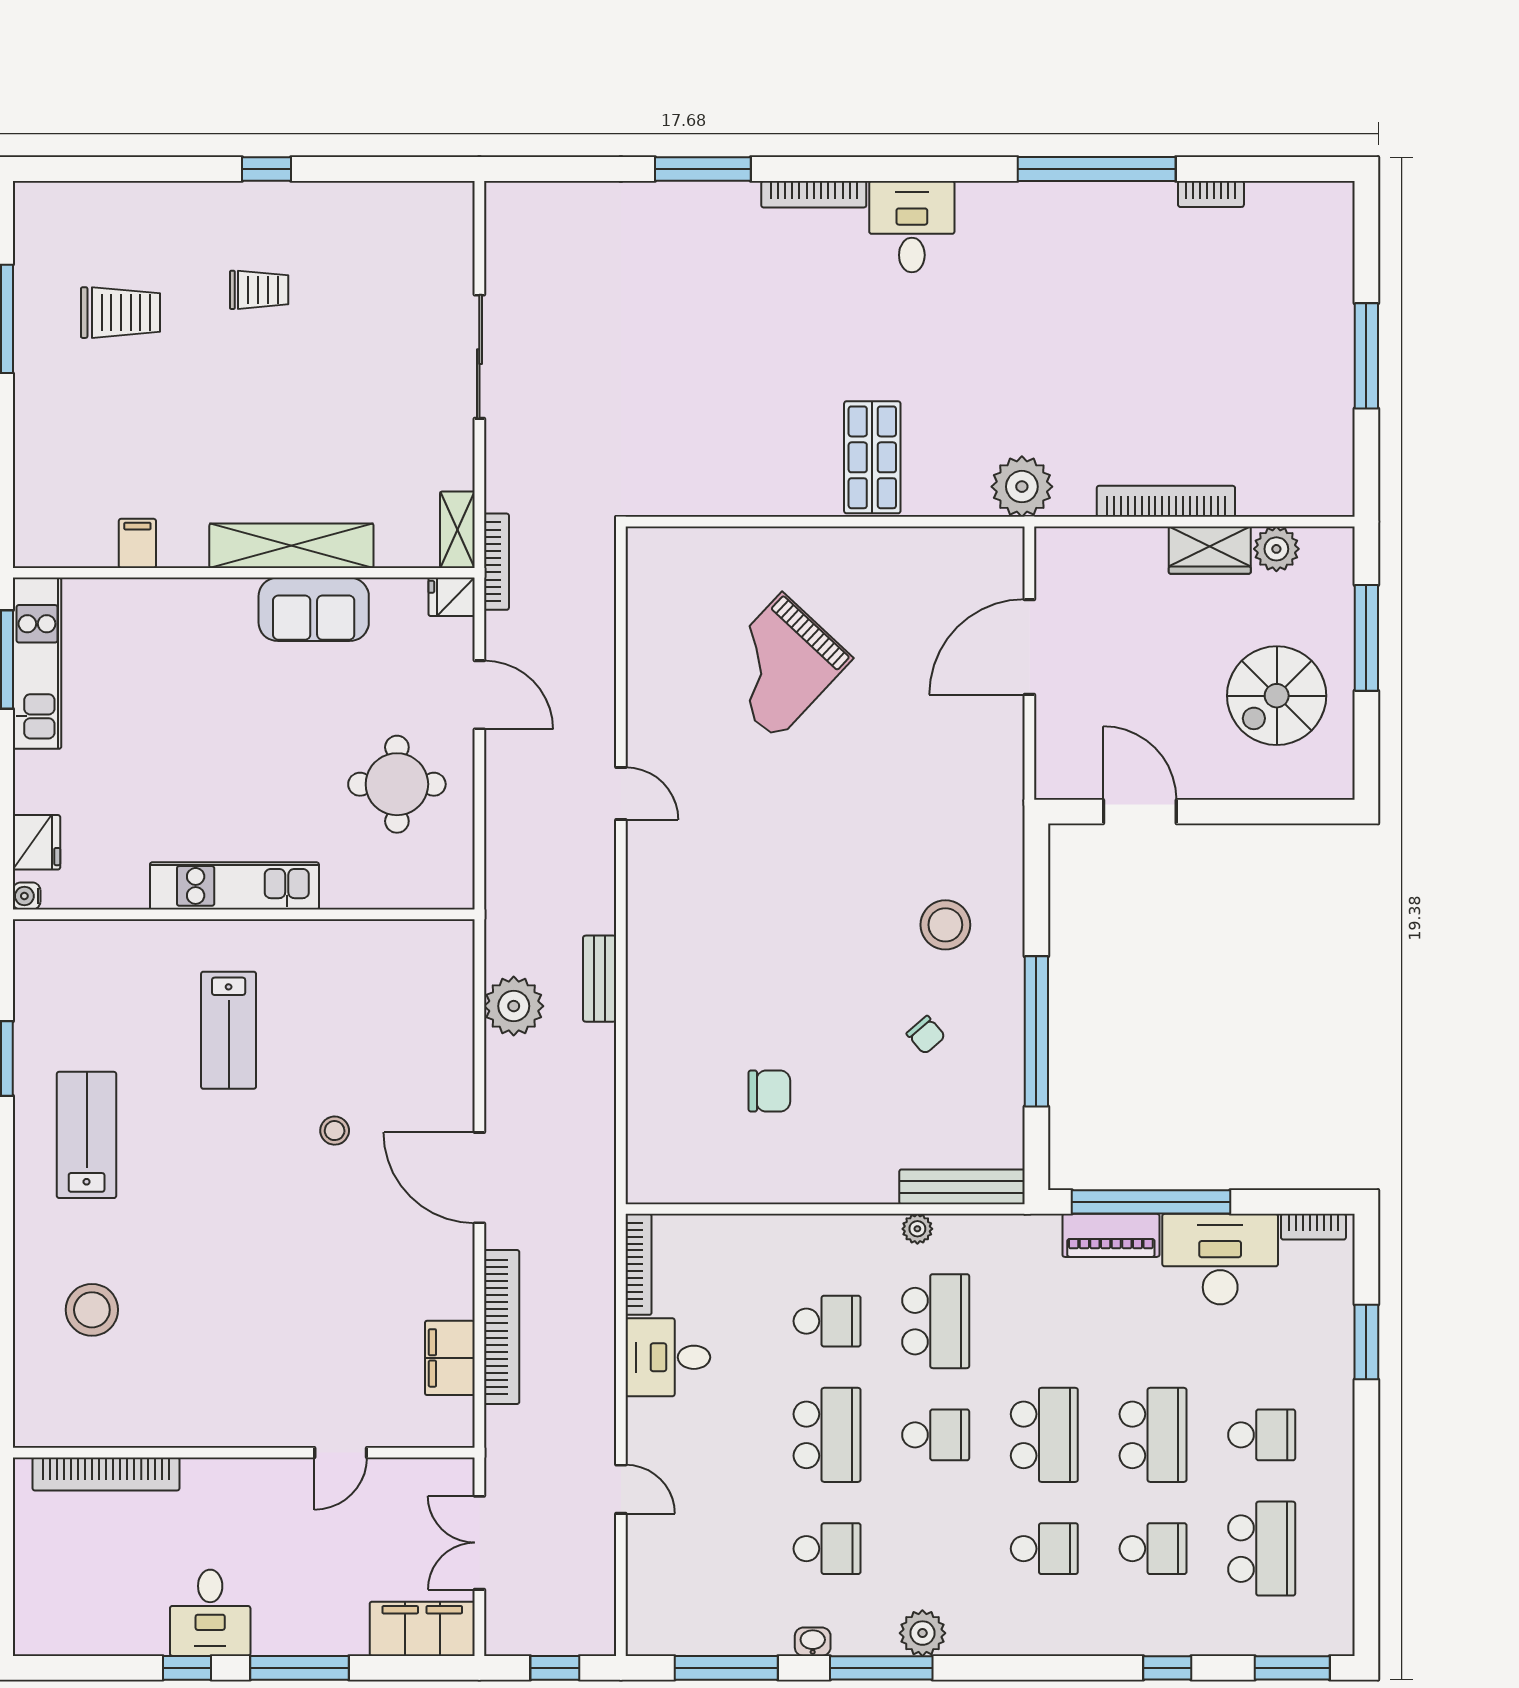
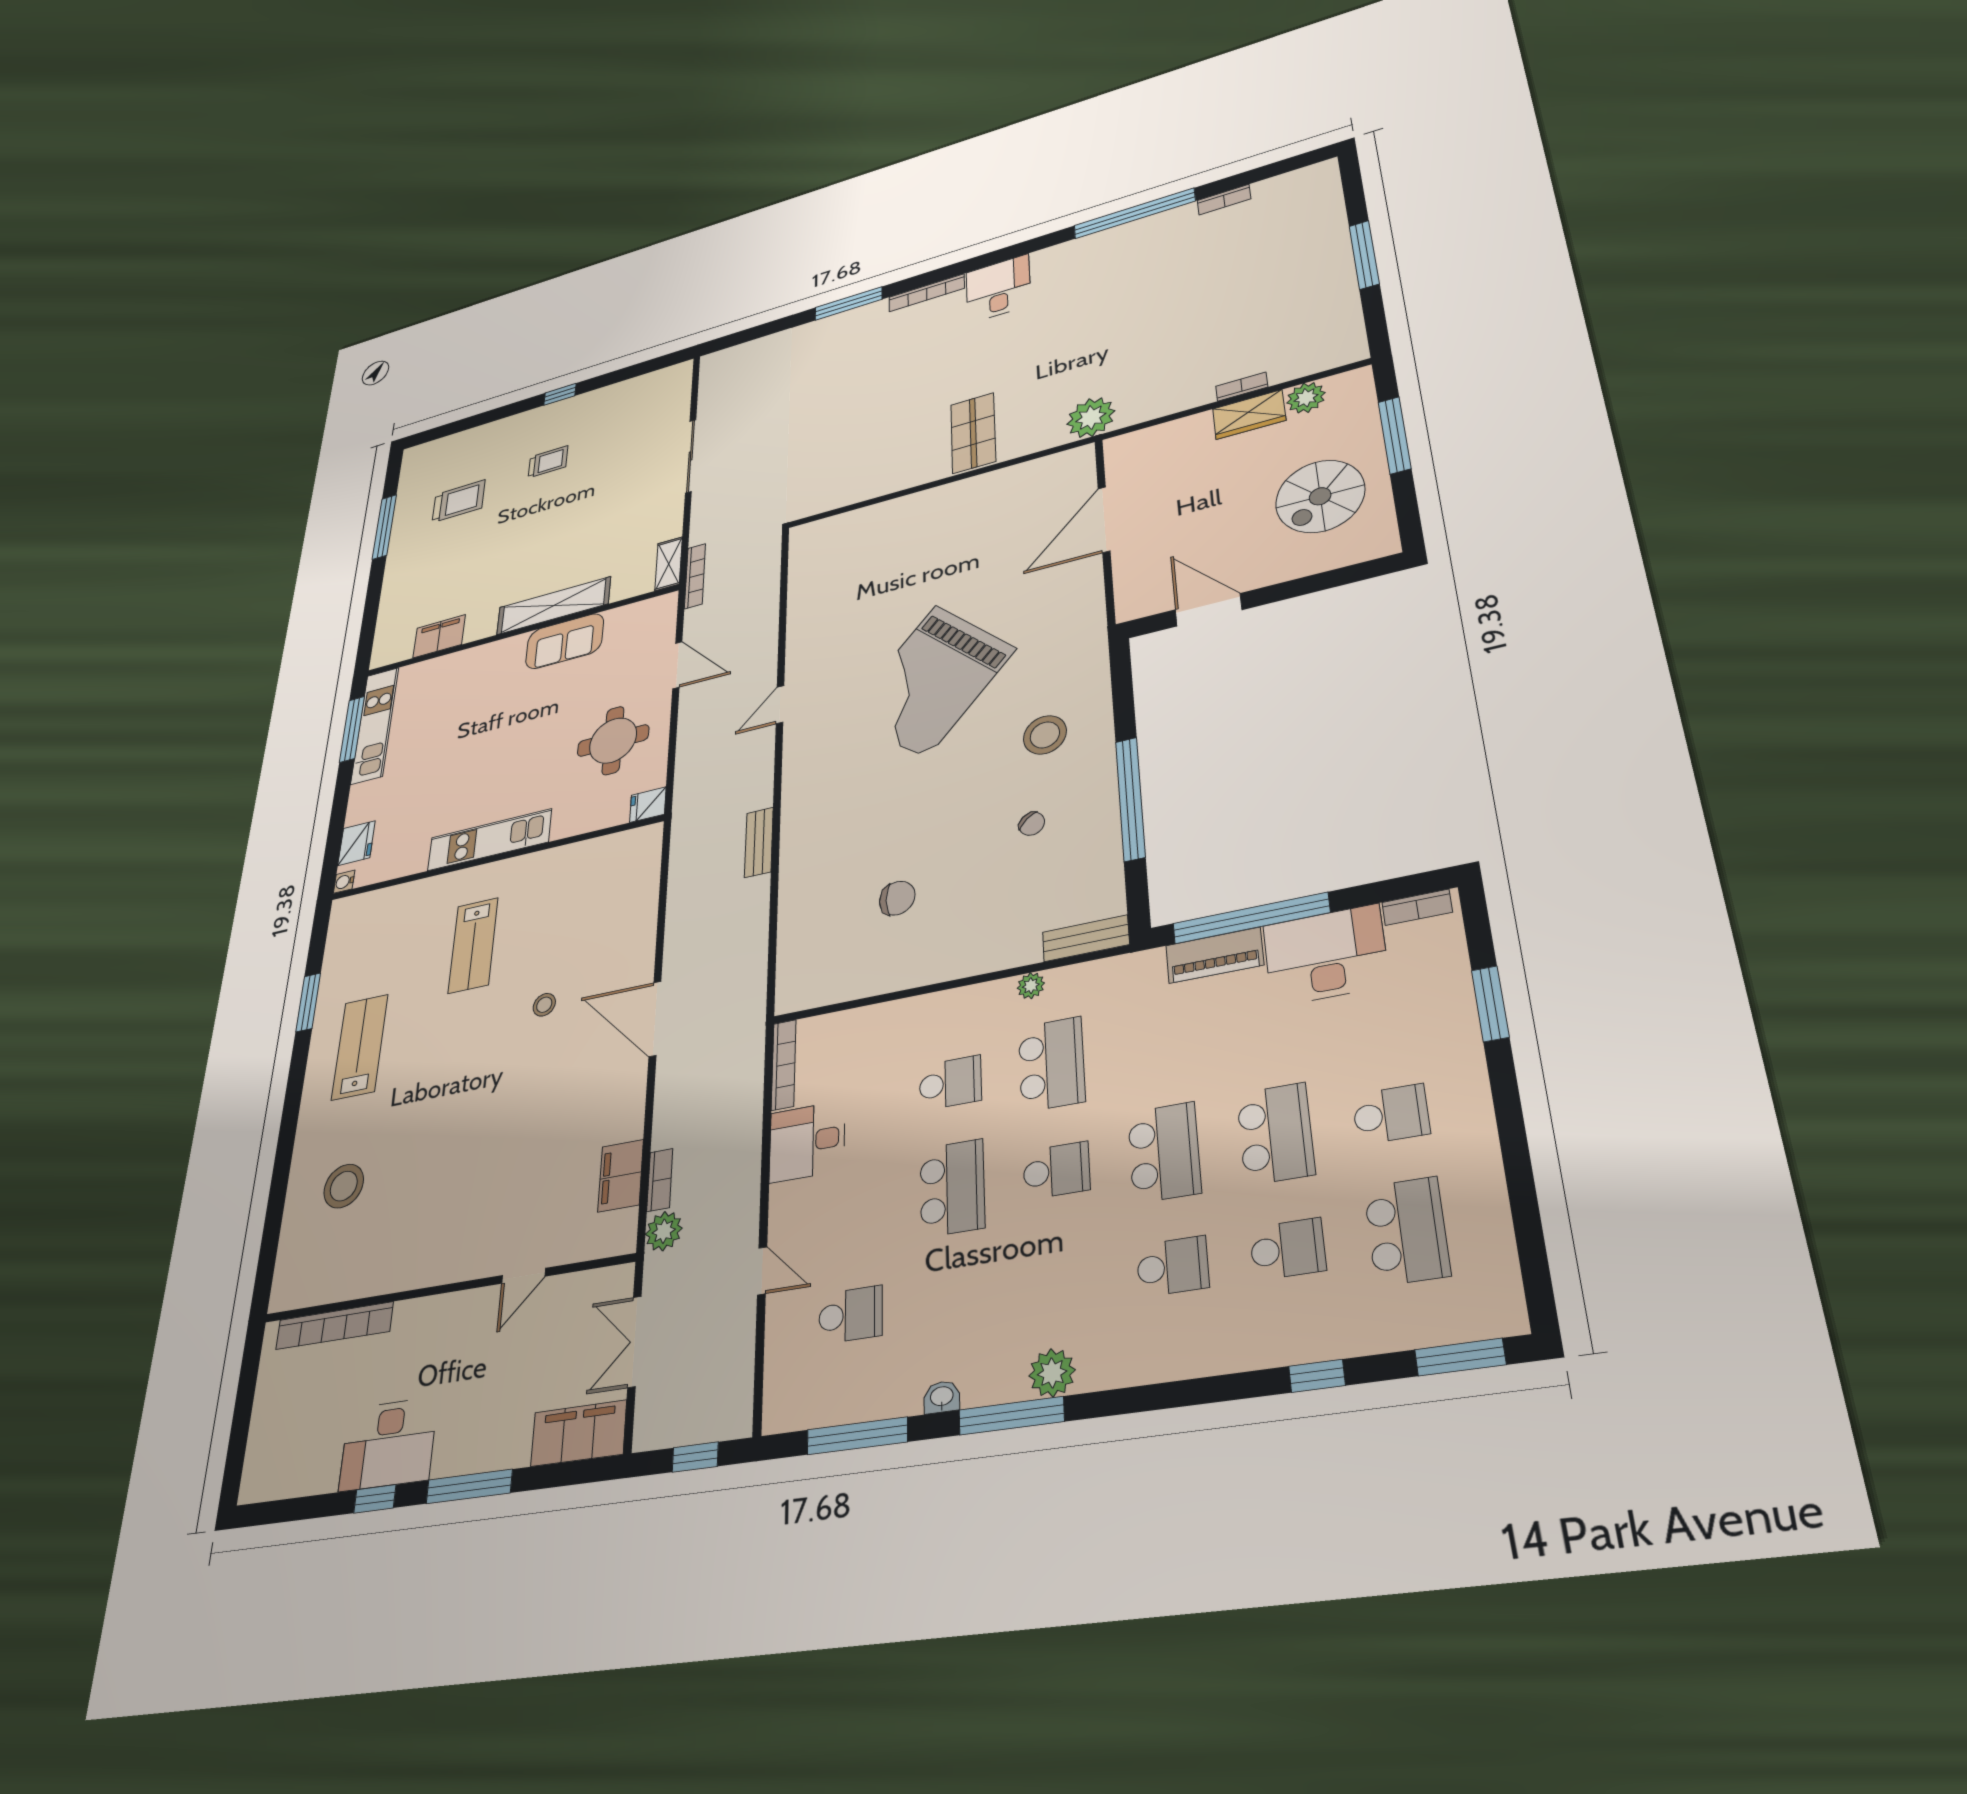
bookcase: (1166, 501) -> (1242, 387), width x0.43, depth x0.76
filing cabinet: (137, 543) -> (439, 636), width x2.00
fridge: (452, 597) -> (648, 805), moved
grand piano: (779, 666) -> (930, 681), moved, width x1.37, depth x1.48
door: (621, 794) -> (780, 705), swing flipped
plant: (514, 1006) -> (664, 1231), moved, width x0.73, depth x0.73
bench: (962, 1187) -> (1086, 938), width x0.73
bookcase: (502, 1327) -> (660, 1180), width x0.43, depth x0.76
school desk: (827, 1549) -> (851, 1315), moved
desk: (210, 1613) -> (388, 1444), width x1.37

